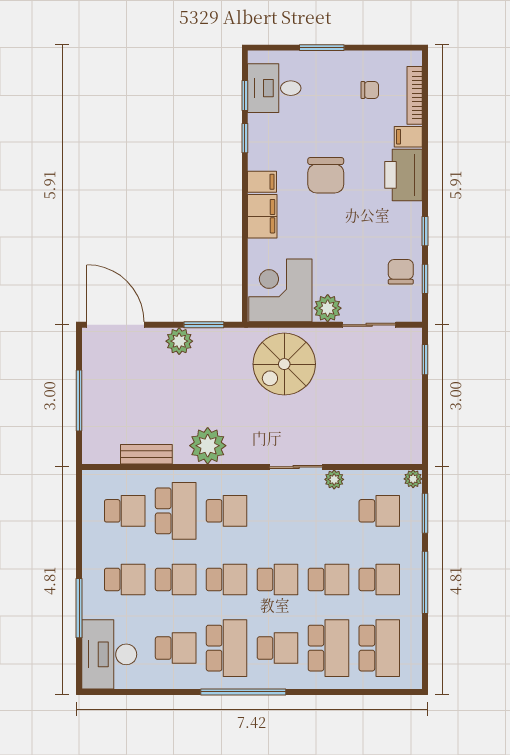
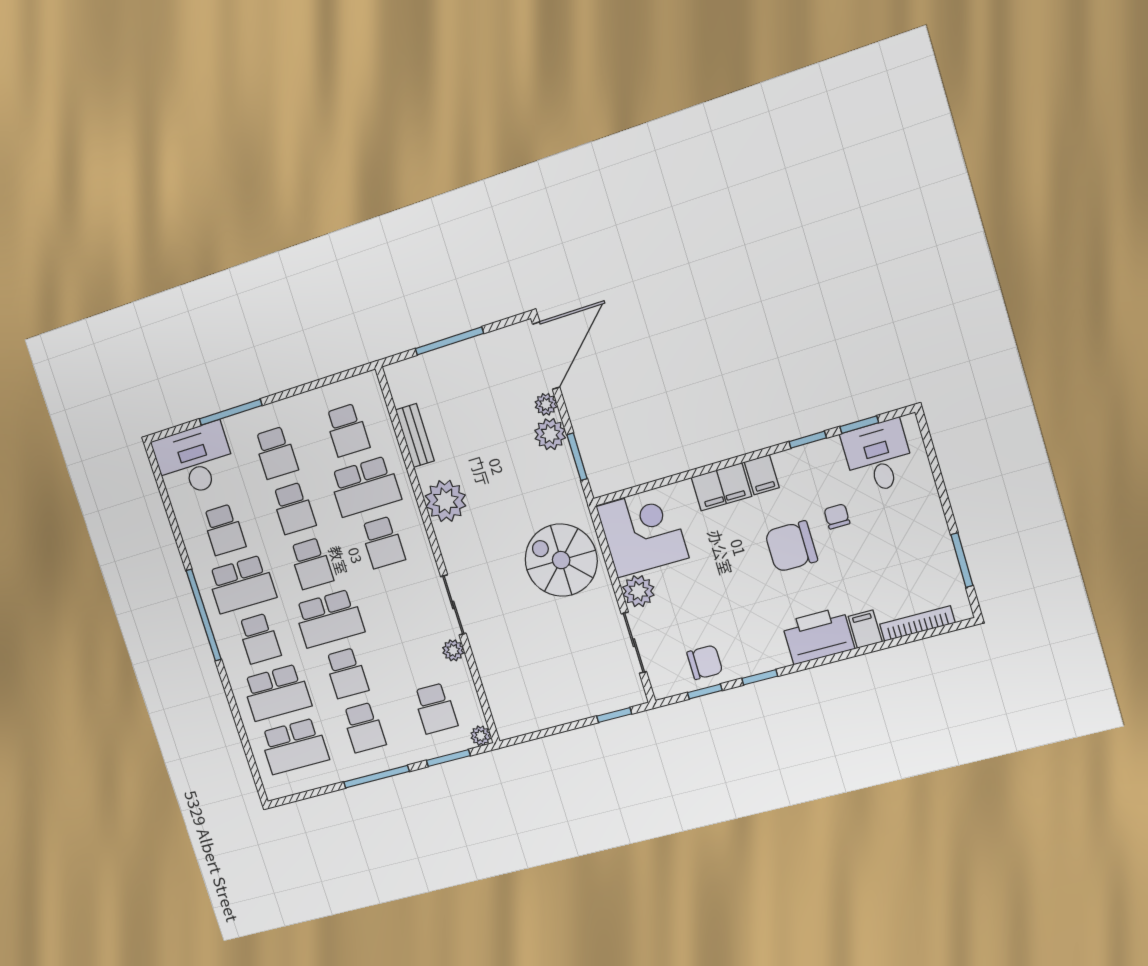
window: (322, 48) -> (962, 560), moved
chair: (370, 90) -> (837, 516), moved, turned 180
plant: (154, 337) -> (546, 404), added
school desk: (277, 579) -> (329, 618), width x1.85

